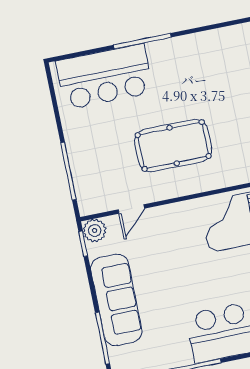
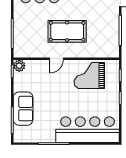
door: (131, 209) -> (56, 59), moved
sofa: (116, 300) -> (23, 109), width x0.73

